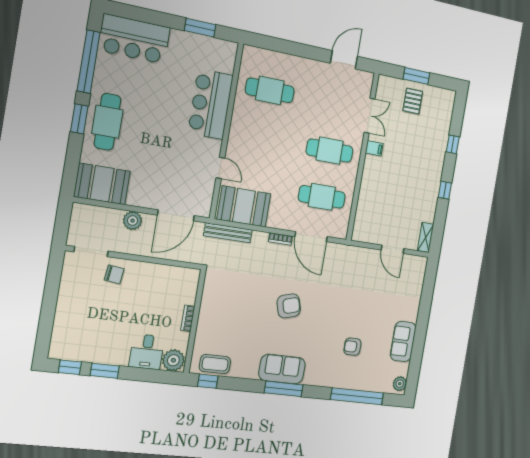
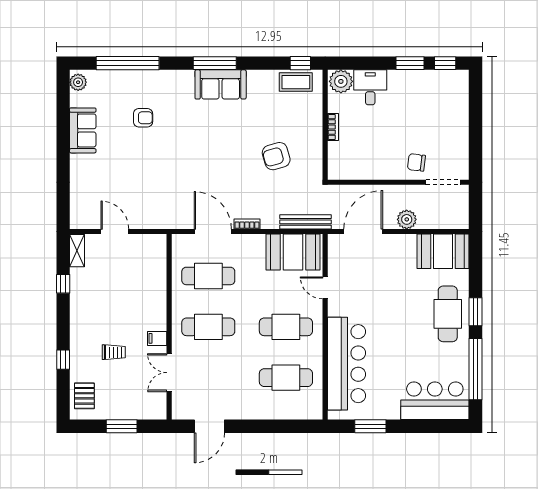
pallet: (413, 101) -> (84, 396), moved
bar counter: (211, 104) -> (347, 364), width x1.36
cafe table: (262, 138) -> (286, 327), added
trolley: (412, 143) -> (114, 352), added
window: (445, 190) -> (63, 284), moved
armchair: (289, 306) -> (276, 156), moved

